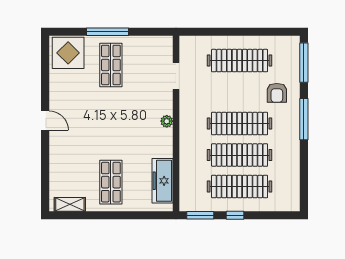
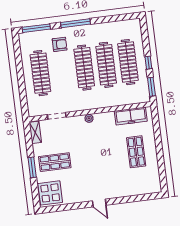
window: (108, 32) -> (32, 167), width x0.69
door: (45, 121) -> (99, 203), swing flipped
shop shelf: (111, 182) -> (136, 152), turned 90
shelving: (70, 204) -> (35, 132), moved

